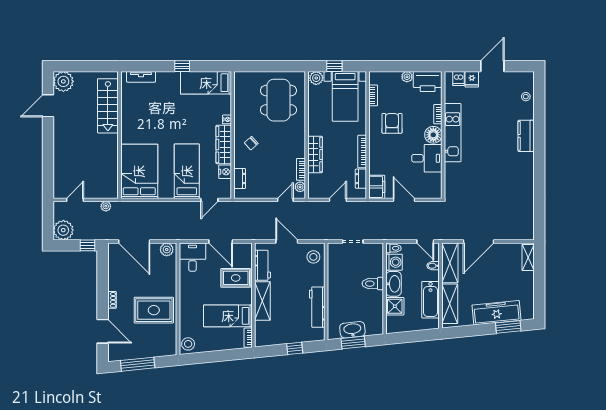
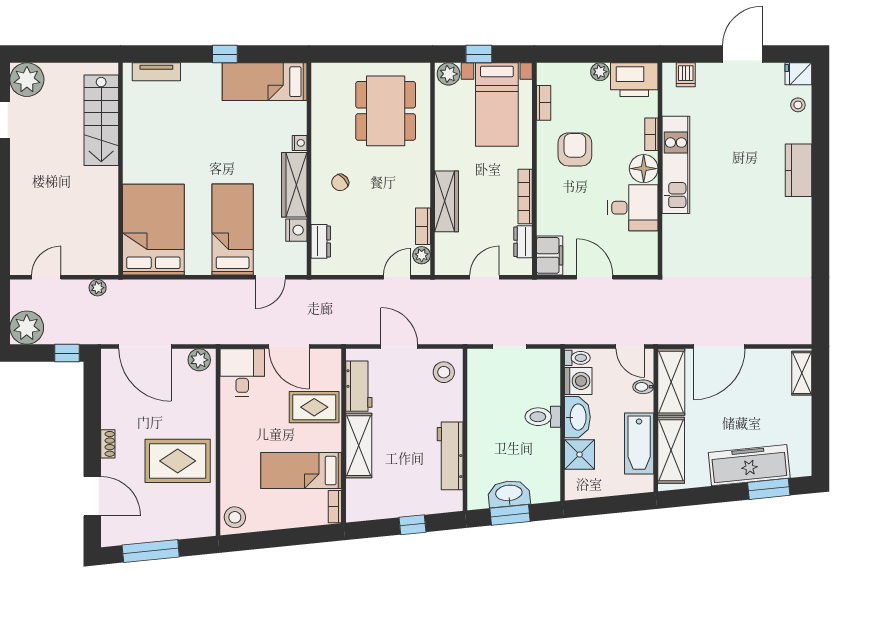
fridge: (472, 79) -> (798, 74), moved, turned 90

